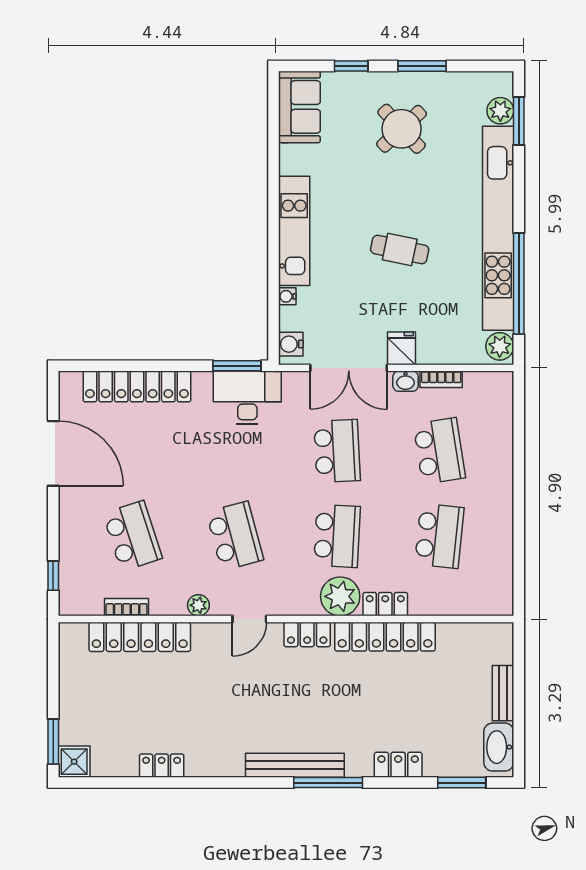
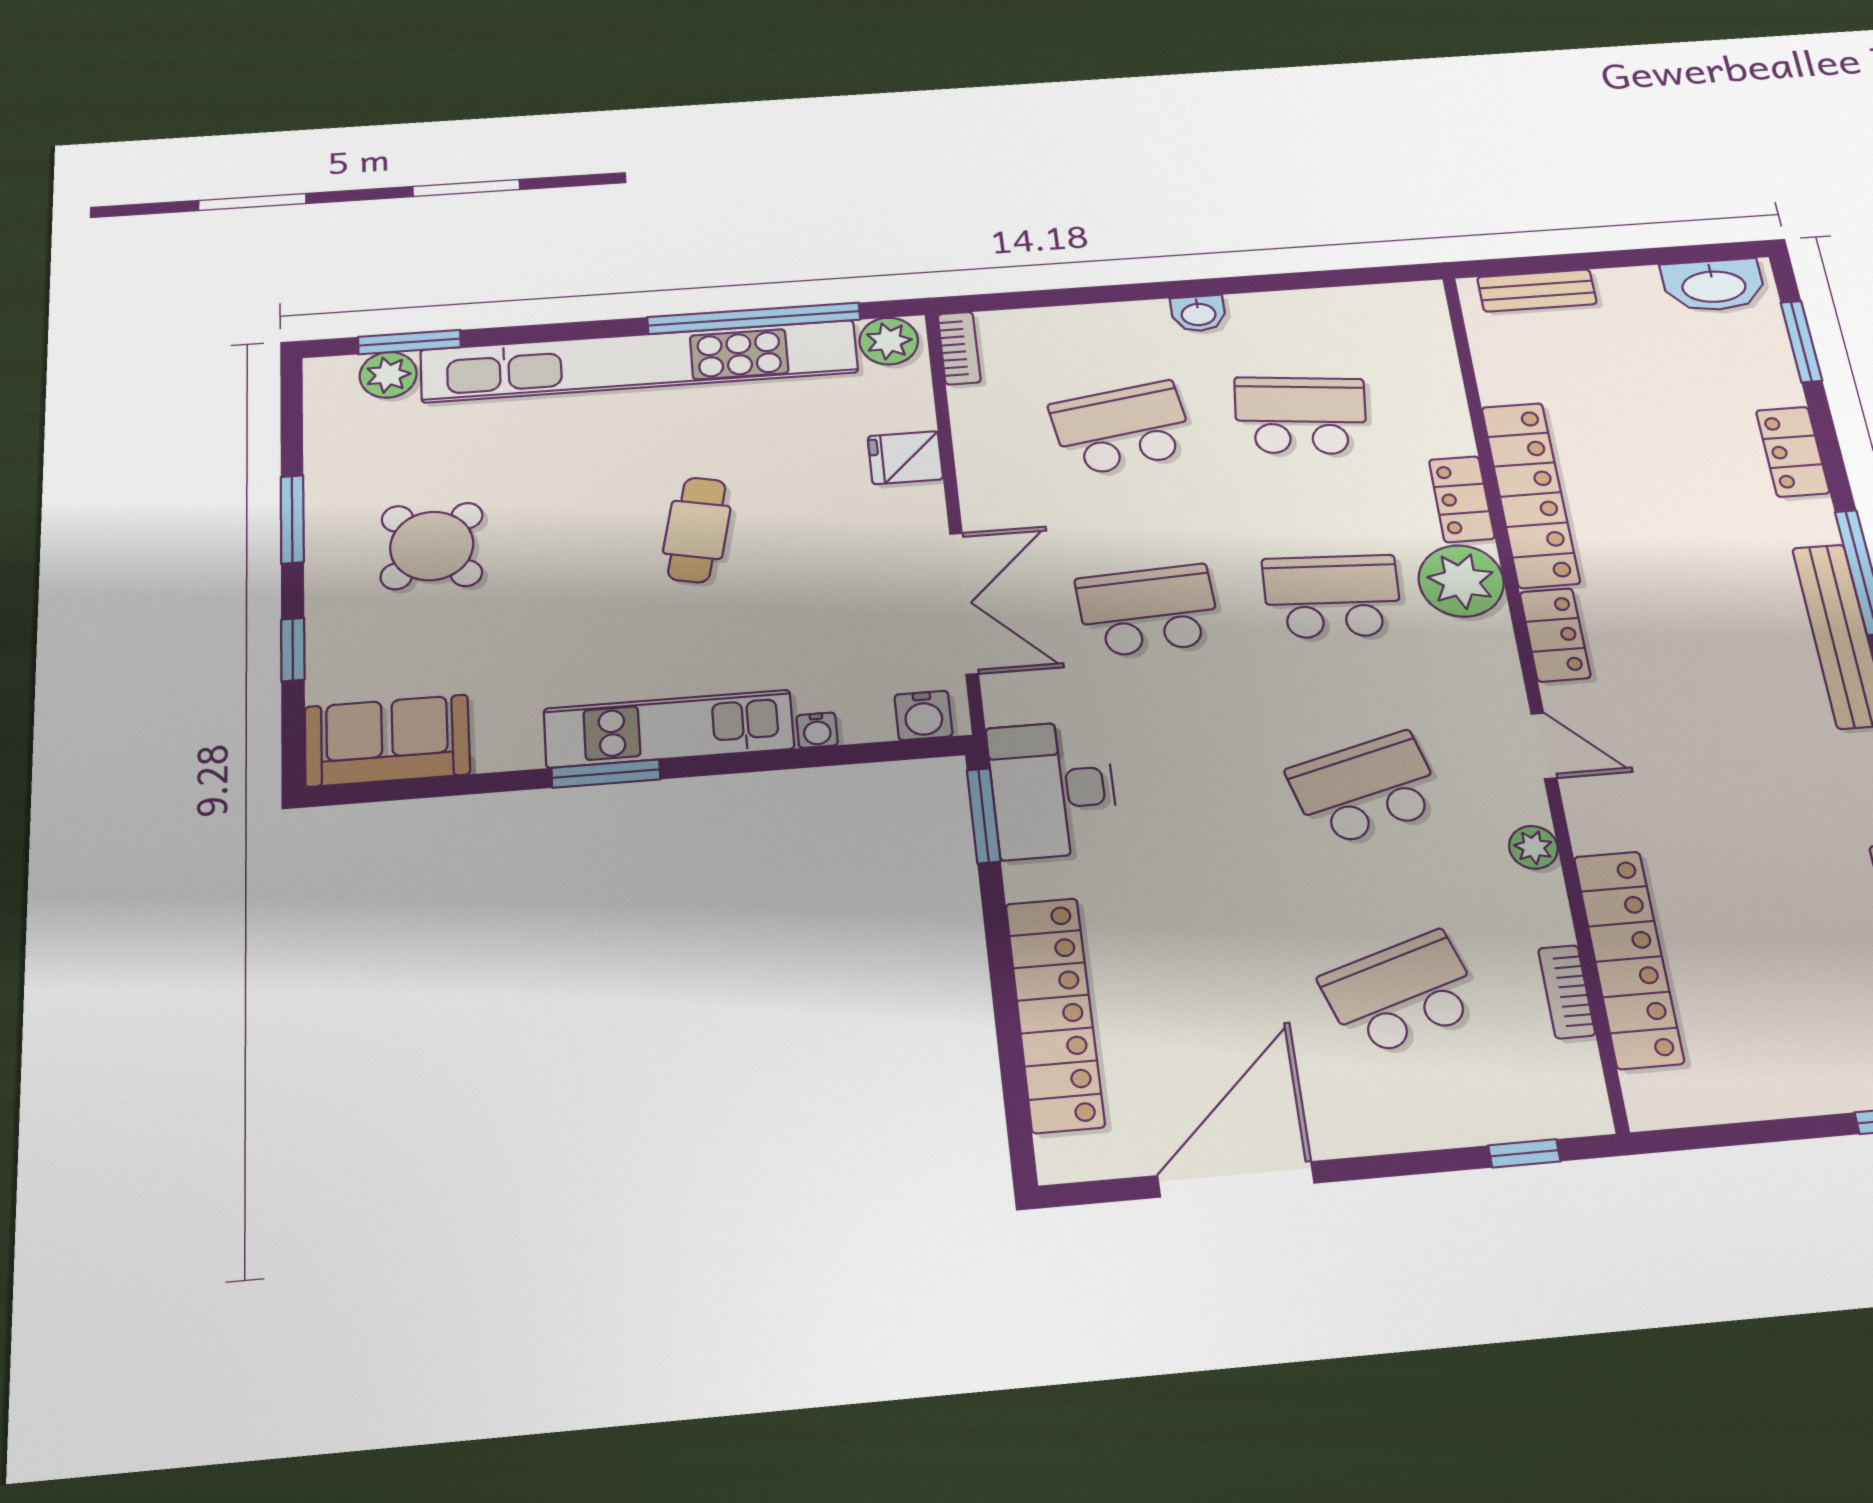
window: (274, 202) -> (606, 774), added
fridge: (402, 348) -> (905, 458), moved
bookcase: (441, 379) -> (959, 348), moved
washbasin: (406, 381) -> (1198, 313), moved, turned 90
bench: (503, 693) -> (1537, 290), moved

